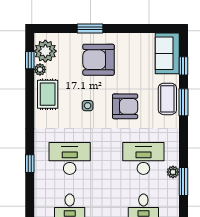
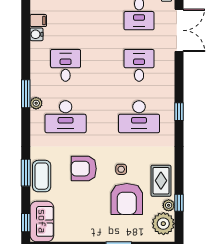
window: (30, 60) -> (179, 203), moved
armchair: (99, 60) -> (127, 199), moved, turned 90
window: (183, 66) -> (26, 223), moved

